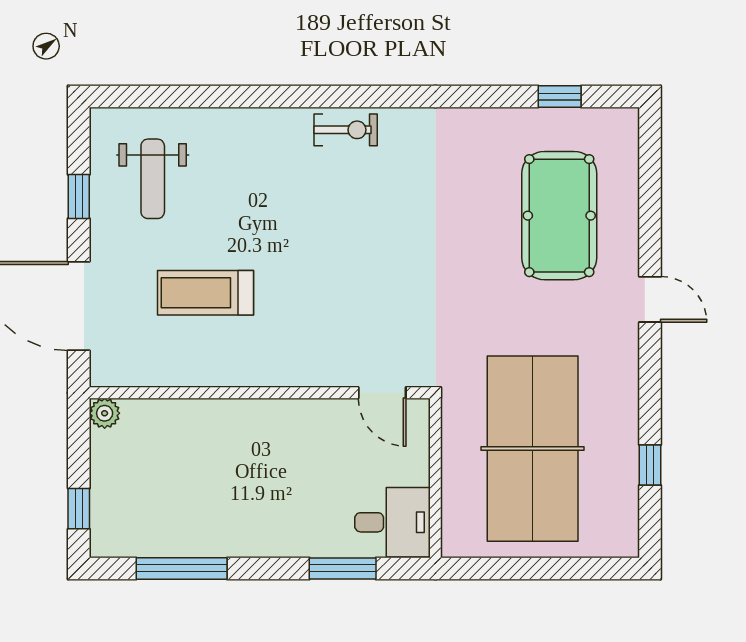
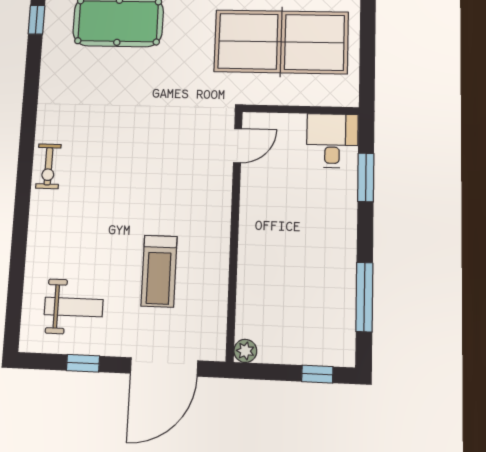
exercise bike: (346, 130) -> (48, 166), turned 180

